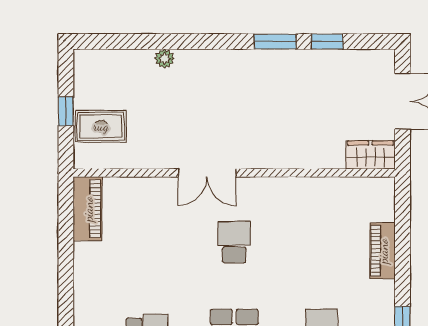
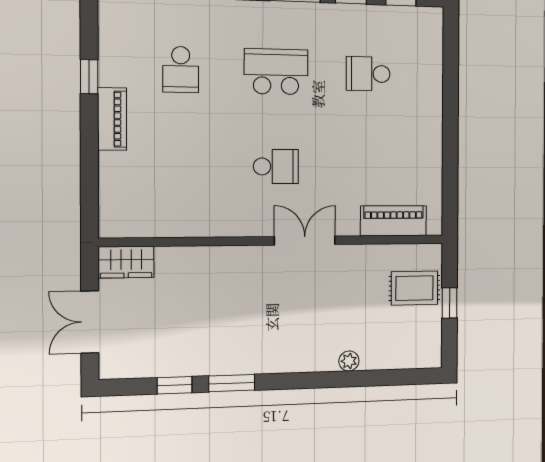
piano: (88, 209) -> (393, 221), moved, turned 90
school desk: (234, 242) -> (276, 166), turned -90
piano: (383, 251) -> (112, 119), moved

